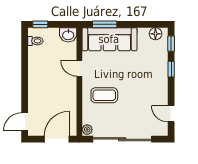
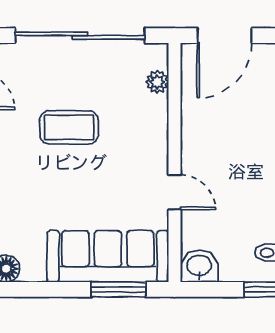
coffee table: (104, 95) -> (69, 127), moved
plant: (87, 130) -> (157, 82), moved

